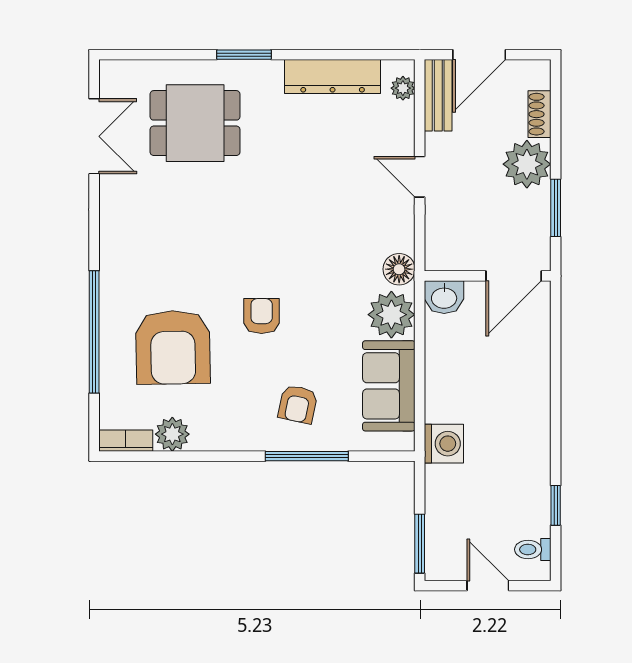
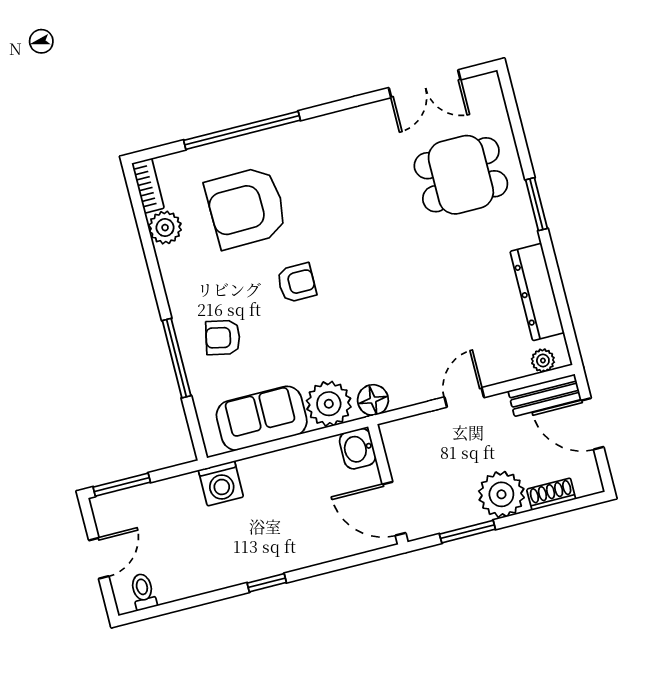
dining table: (195, 123) -> (461, 175), turned 90
window: (556, 505) -> (267, 583), moved

